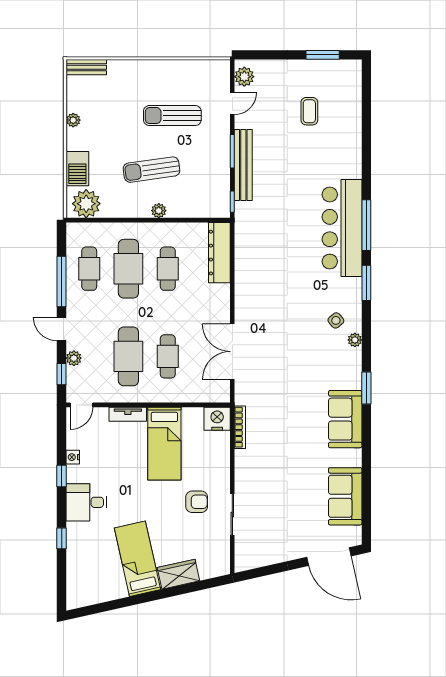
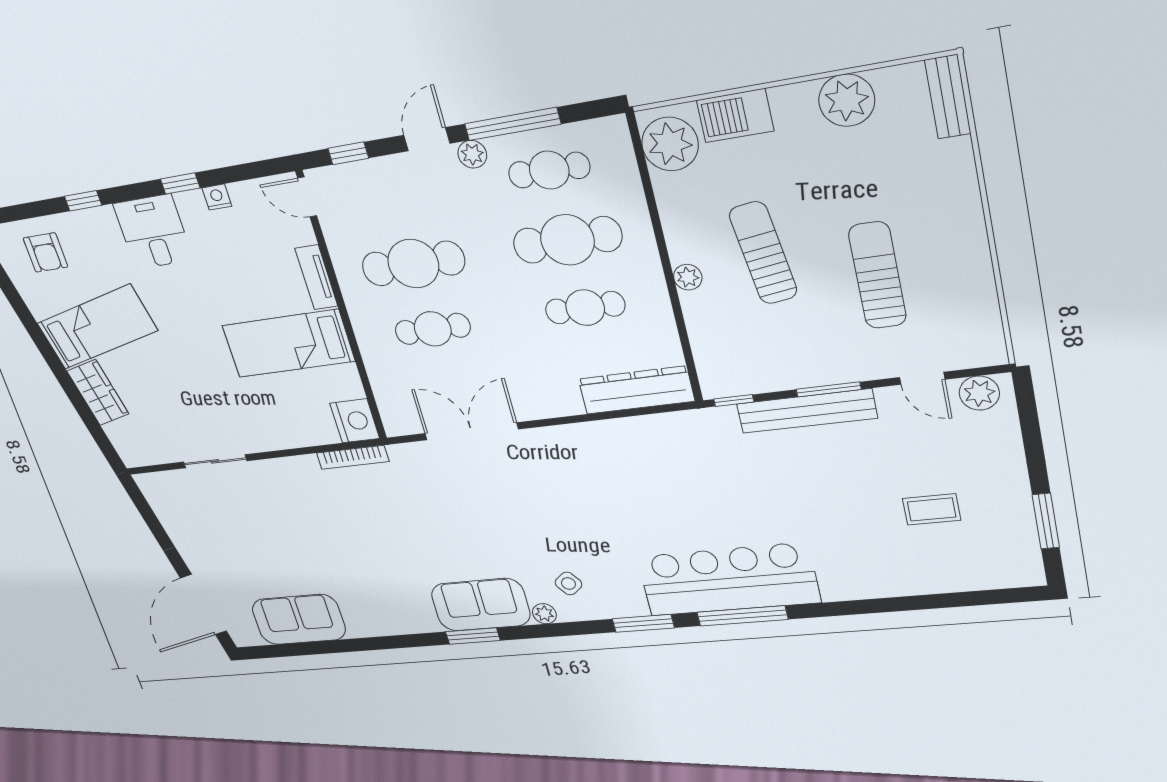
plant: (73, 120) -> (847, 100), width x1.87, depth x1.87
plant: (74, 358) -> (472, 154), moved
sofa: (345, 419) -> (481, 605), moved
armchair: (197, 502) -> (45, 252), moved

